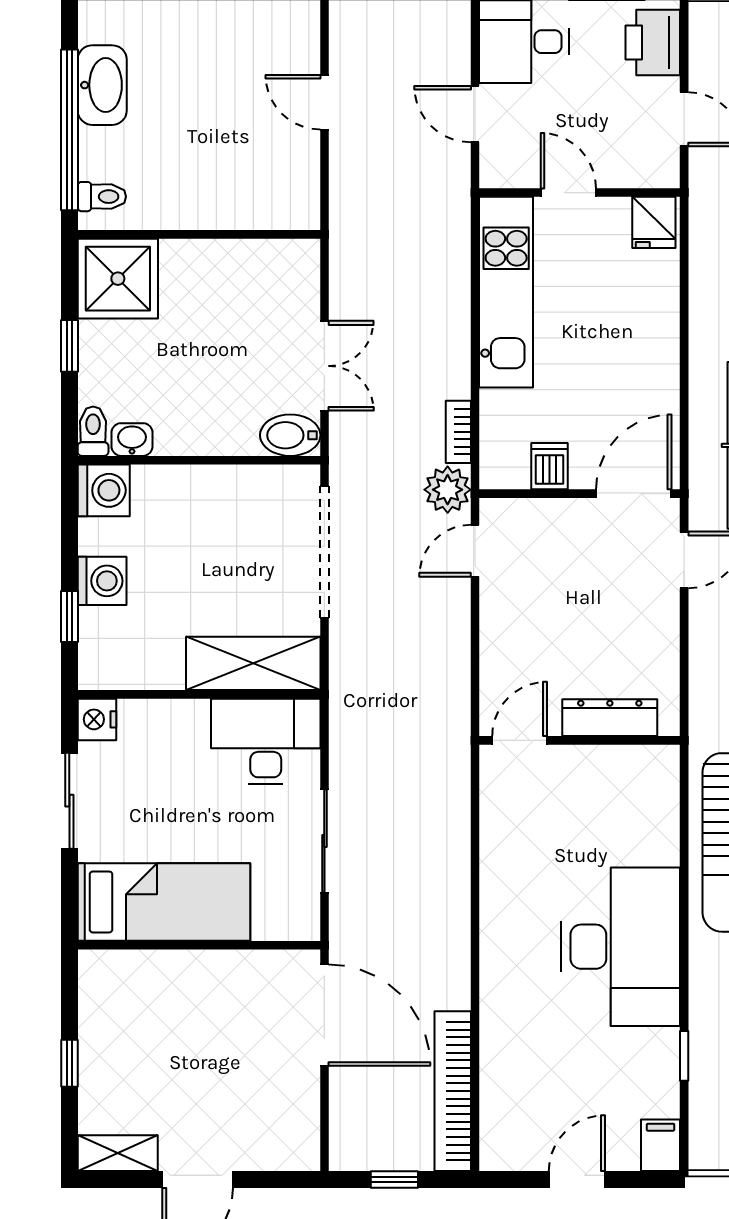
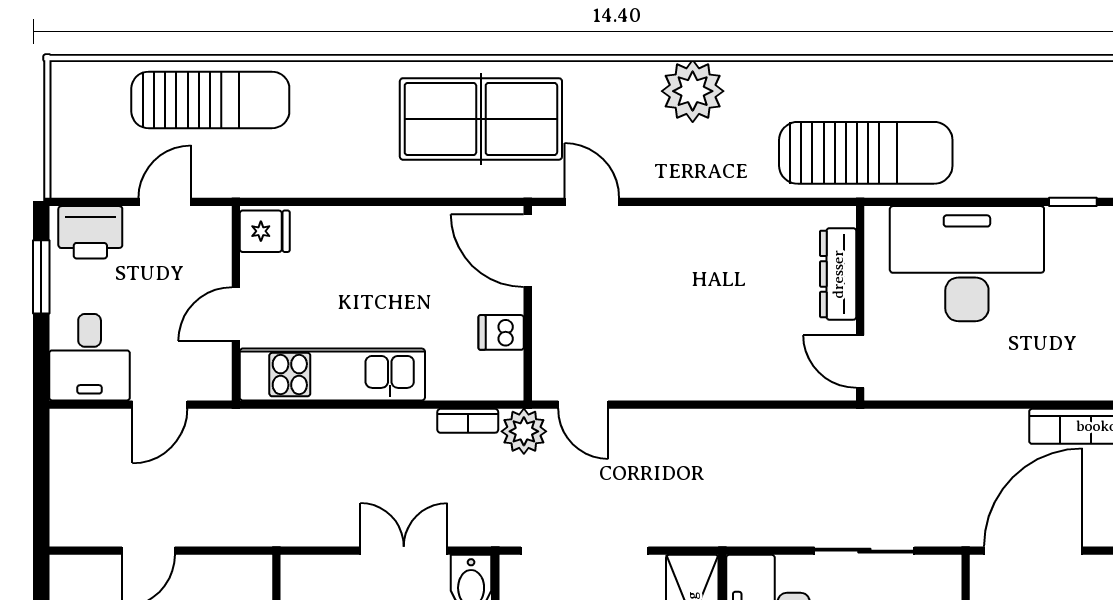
dresser: (610, 718) -> (838, 274), moved
door: (520, 740) -> (860, 361), moved
wall: (580, 740) -> (860, 303), moved

